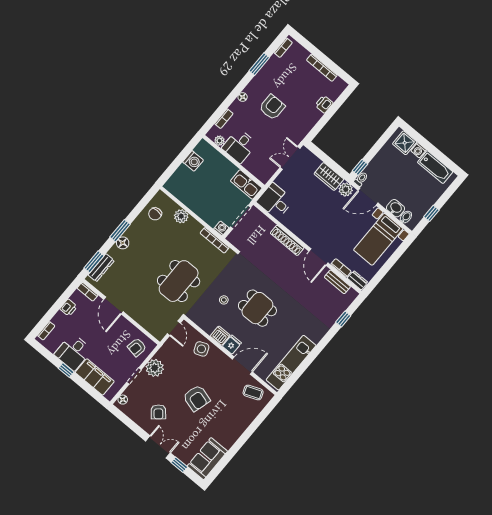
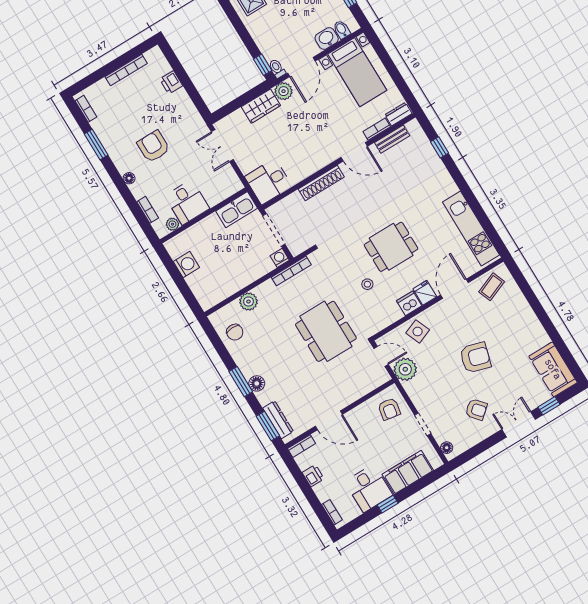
plant: (155, 368) -> (405, 369), moved

